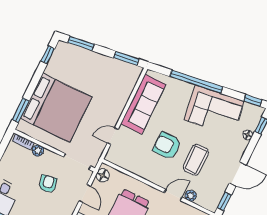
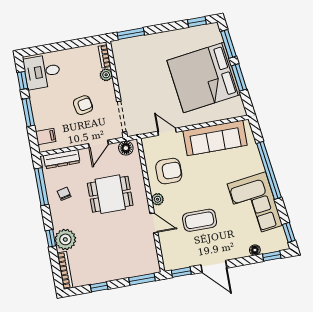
window: (126, 58) -> (239, 77), moved
bed: (56, 108) -> (204, 77), moved, turned 82
armchair: (167, 146) -> (169, 171), moved, turned 90
plant: (191, 196) -> (158, 199), moved

